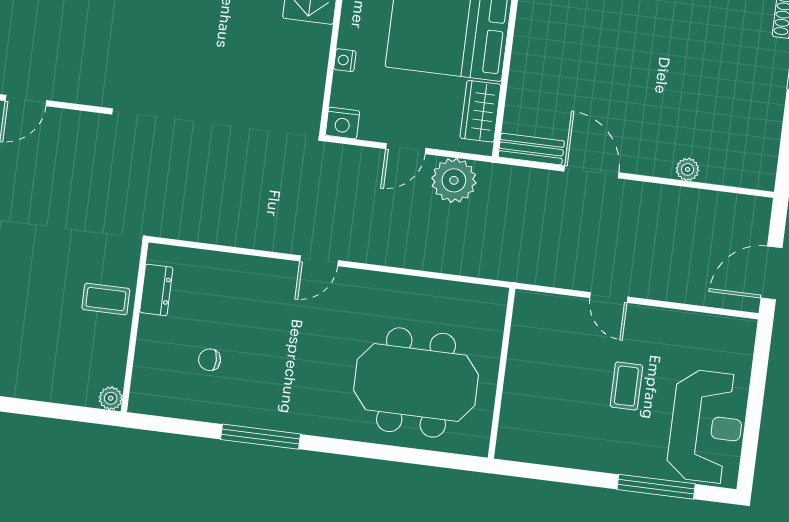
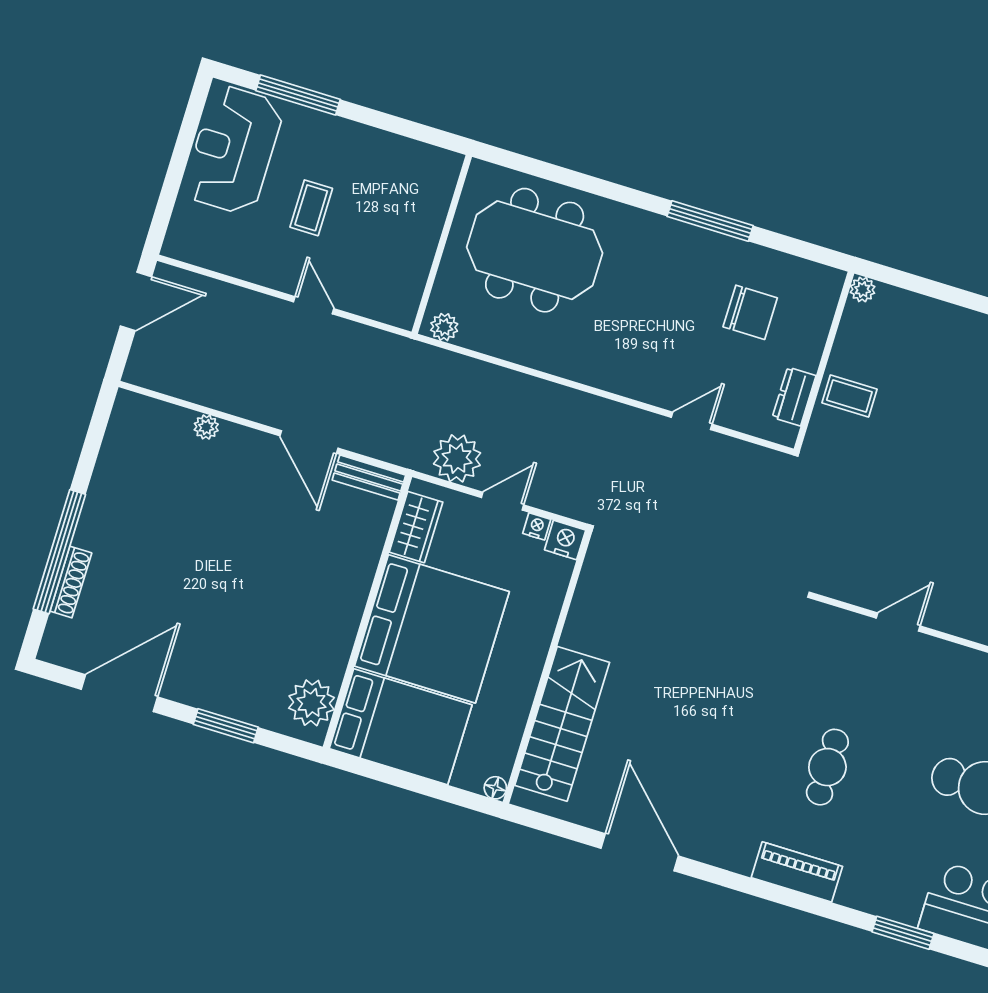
nightstand: (345, 60) -> (537, 526), moved, turned -90
door: (319, 261) -> (692, 421), moved
plant: (486, 298) -> (444, 327), added
chair: (210, 360) -> (750, 312), width x1.87, depth x1.87

